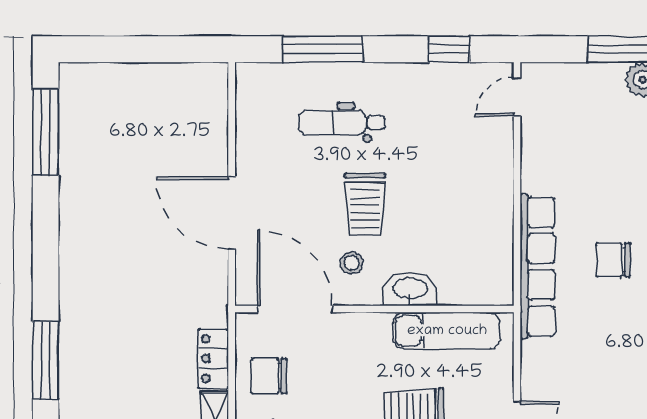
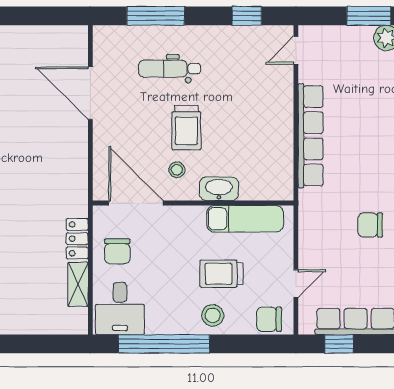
door: (232, 213) -> (90, 93), moved
chair: (613, 260) -> (370, 225), moved
row of seats: (537, 267) -> (311, 136), moved
chair: (269, 376) -> (117, 251), turned -90

